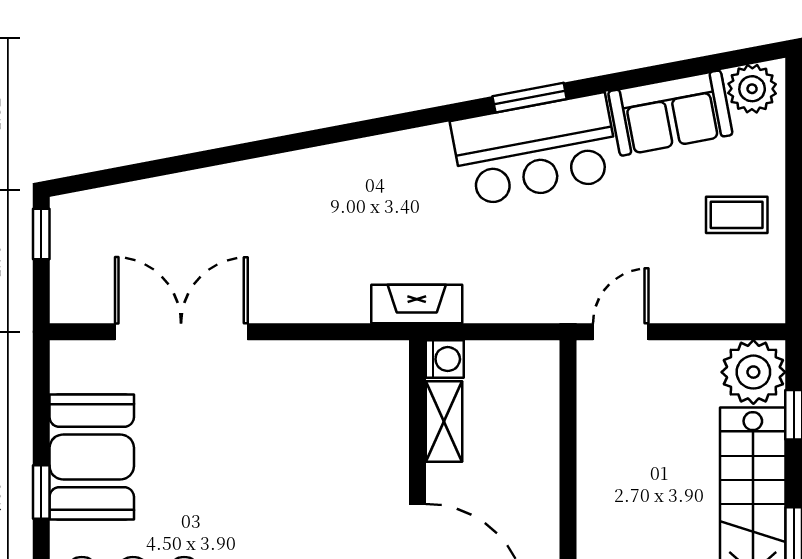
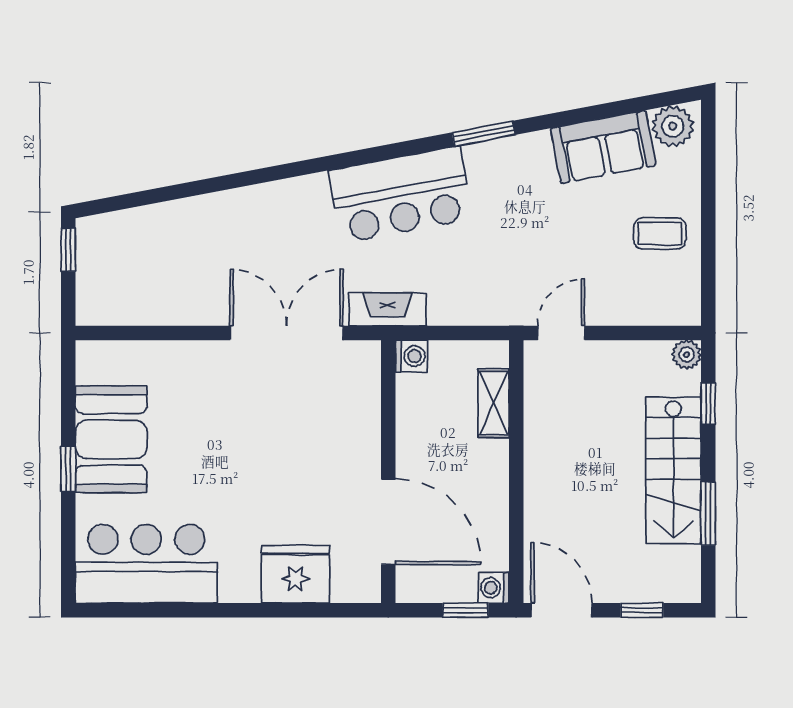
bar counter: (535, 150) -> (400, 195), moved
double door: (181, 332) -> (287, 333), moved
plant: (753, 372) -> (687, 354), width x0.53, depth x0.53
shelving: (444, 422) -> (494, 403), moved

